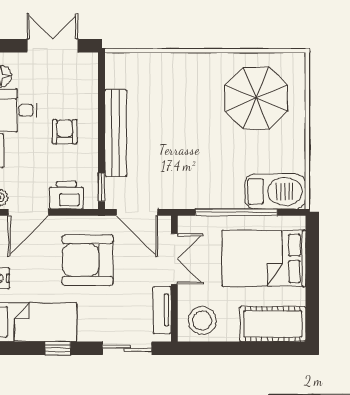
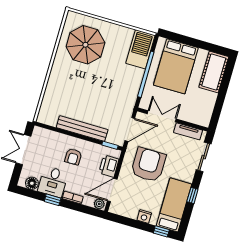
armchair: (65, 132) -> (73, 157), turned -90
door: (28, 212) -> (112, 190), swing flipped
armchair: (88, 260) -> (148, 165), turned 180
stool: (202, 321) -> (200, 111), removed

